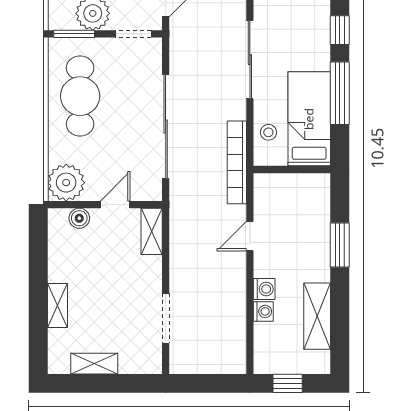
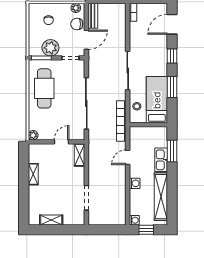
window: (340, 93) -> (172, 87), width x0.69
plant: (66, 183) -> (33, 135), width x0.53, depth x0.53
boiler: (79, 218) -> (44, 149), removed
kitchen sink: (318, 241) -> (161, 160), added
window: (340, 245) -> (172, 151), moved
shelving: (58, 306) -> (33, 174), moved
washing machine: (263, 311) -> (134, 220), moved
shelving: (317, 316) -> (161, 197), width x1.47

